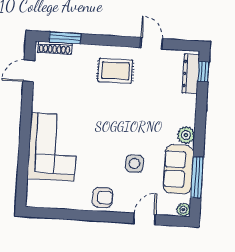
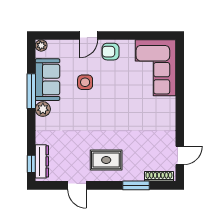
window: (65, 38) -> (136, 185), moved
corner sofa: (53, 147) -> (155, 68), moved
window: (197, 177) -> (31, 91), moved
door: (144, 219) -> (89, 36), moved

